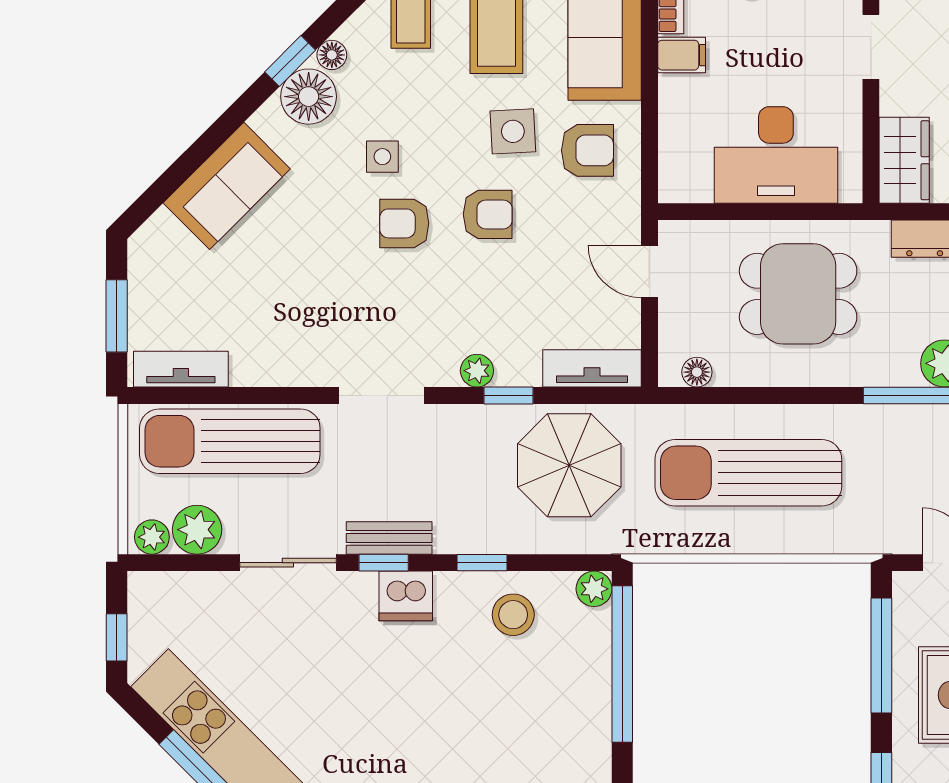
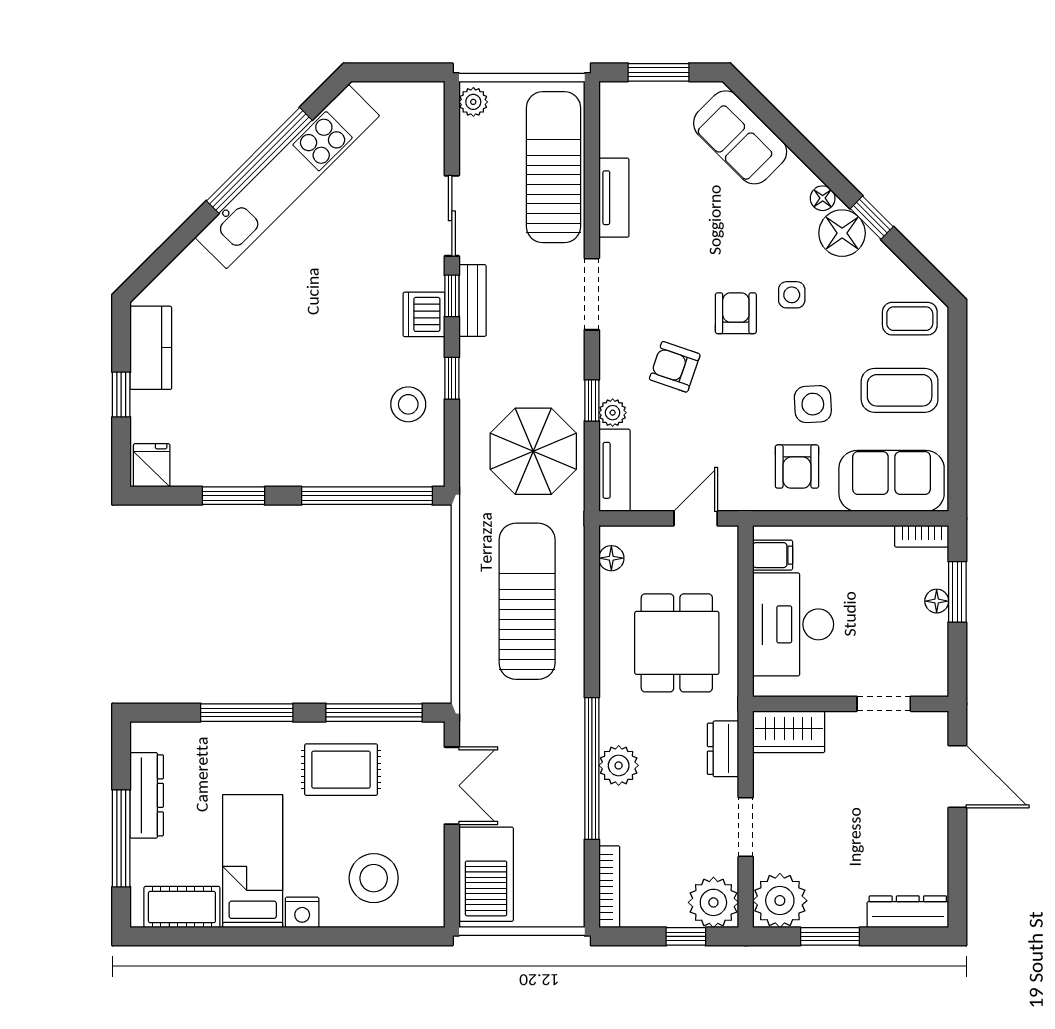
floor lamp: (332, 55) -> (823, 198), moved
filing cabinet: (682, 55) -> (773, 555), moved, turned -90
sofa: (227, 186) -> (740, 137), moved
armchair: (488, 214) -> (675, 367), moved, turned 109
tv unit: (181, 369) -> (614, 198), moved
plant: (477, 371) -> (613, 413), moved
plant: (197, 530) -> (479, 140), removed
plant: (594, 589) -> (430, 472), removed
window: (117, 637) -> (389, 72), removed

